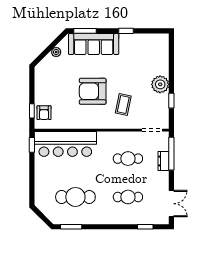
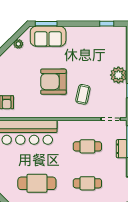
window: (126, 31) -> (107, 24), moved
sofa: (94, 44) -> (48, 36), width x0.73

